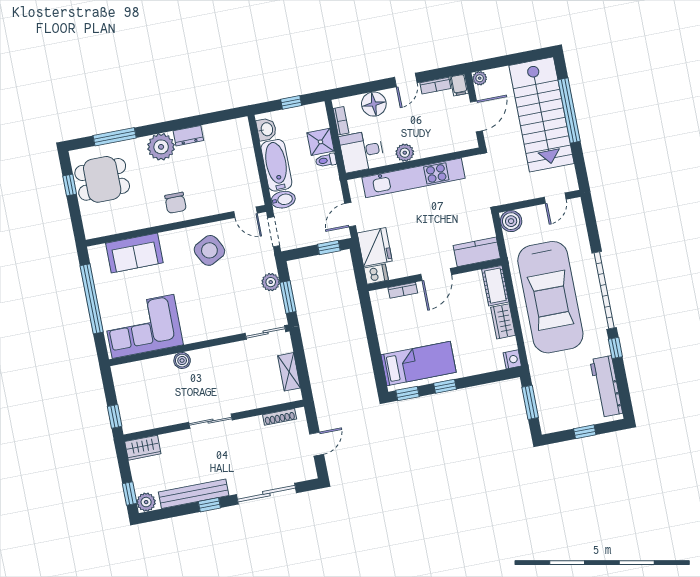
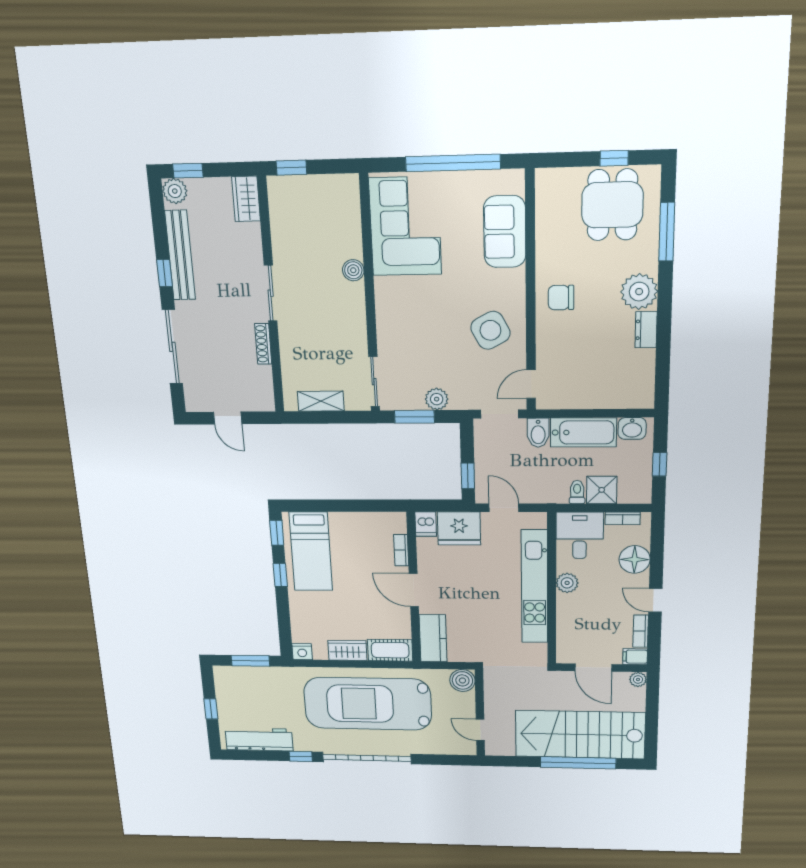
shoe rack: (280, 417) -> (263, 344), moved

